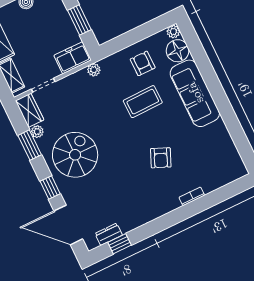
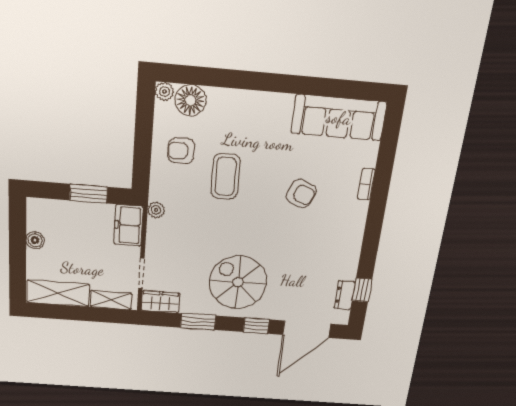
sofa: (195, 93) -> (339, 118), moved
plant: (37, 132) -> (188, 307), removed

